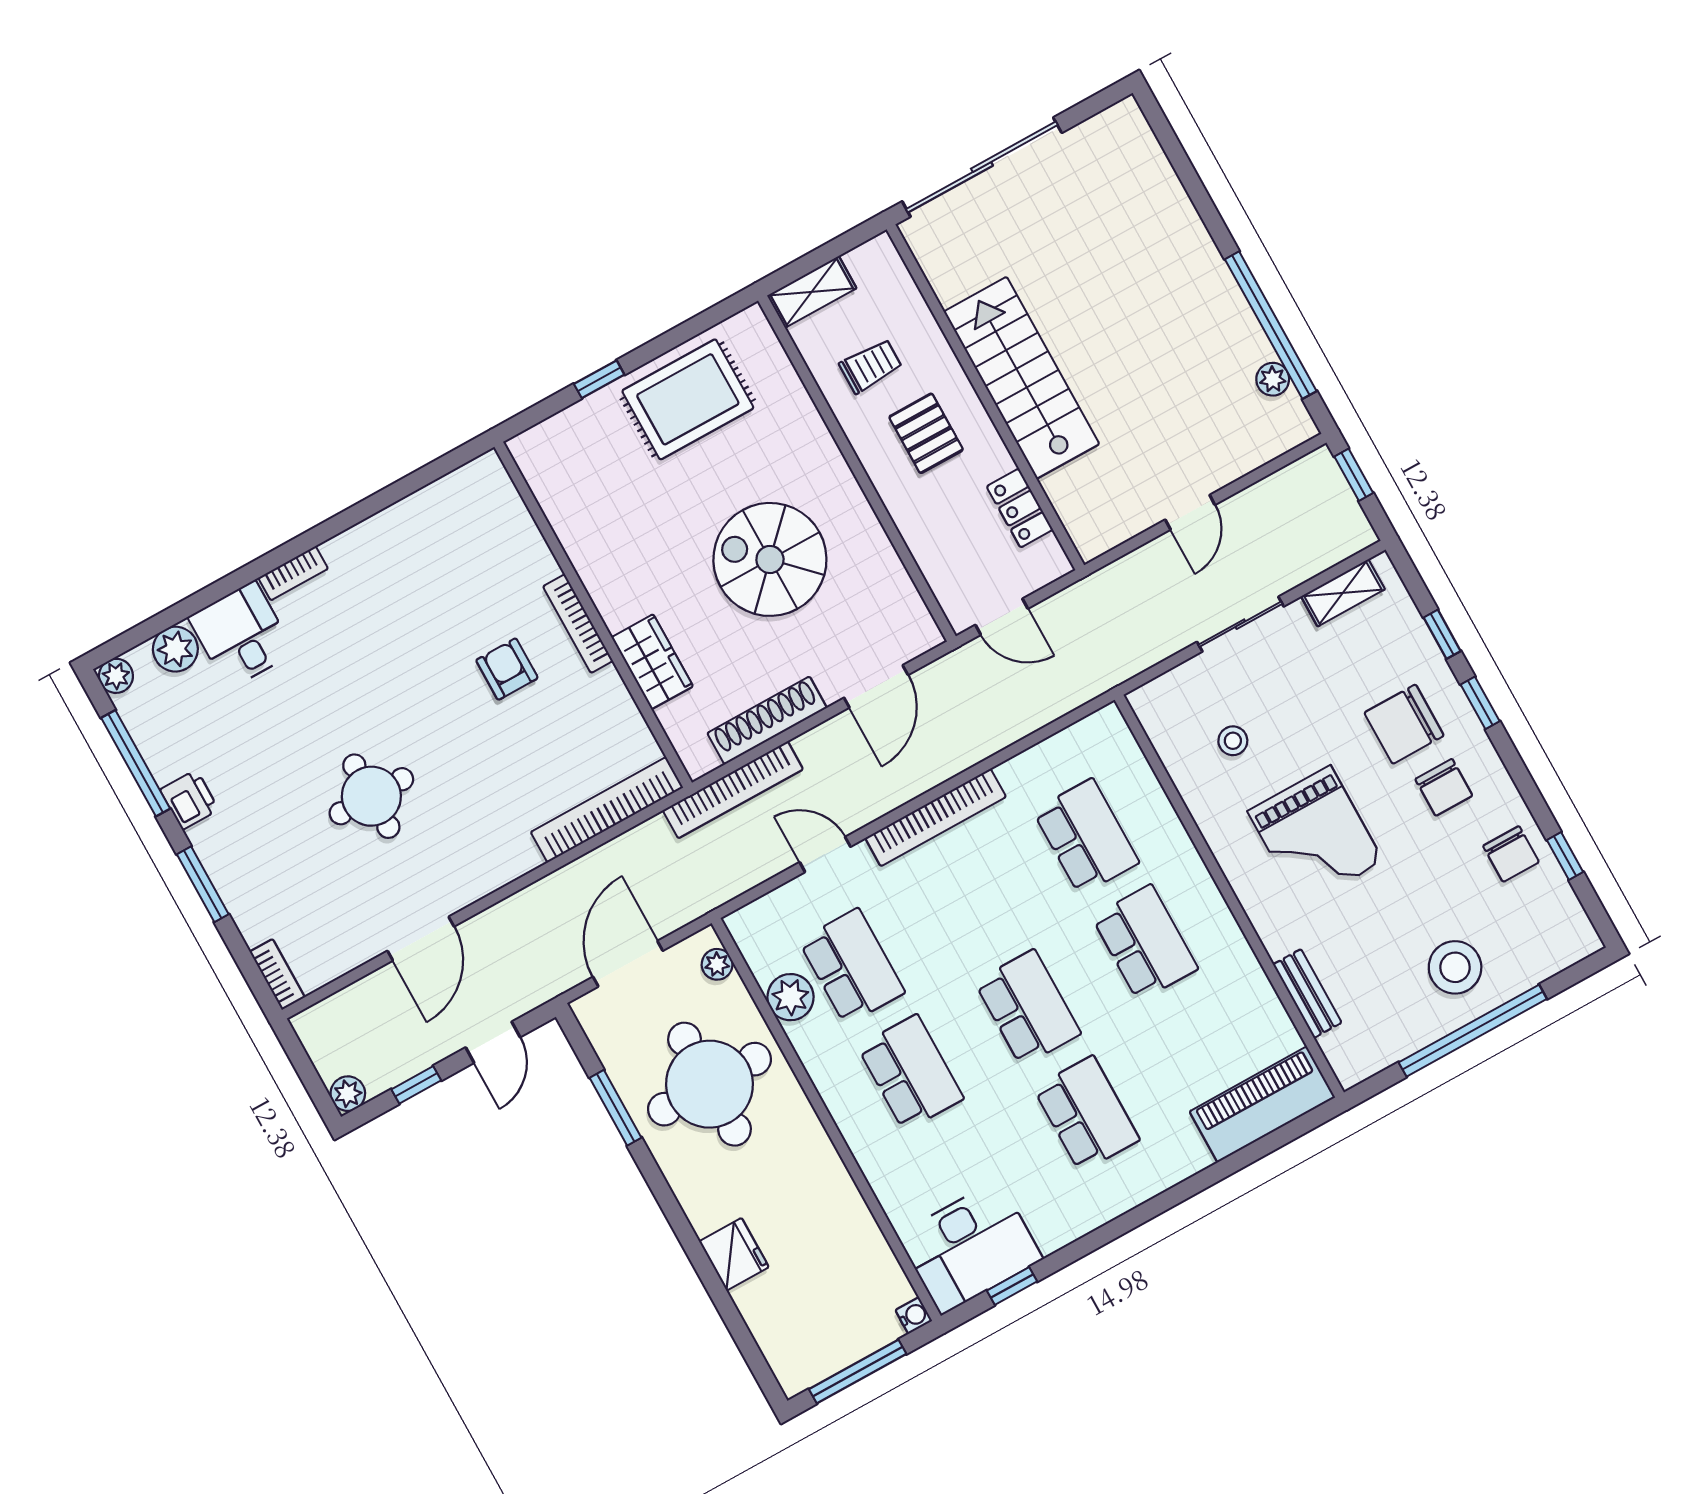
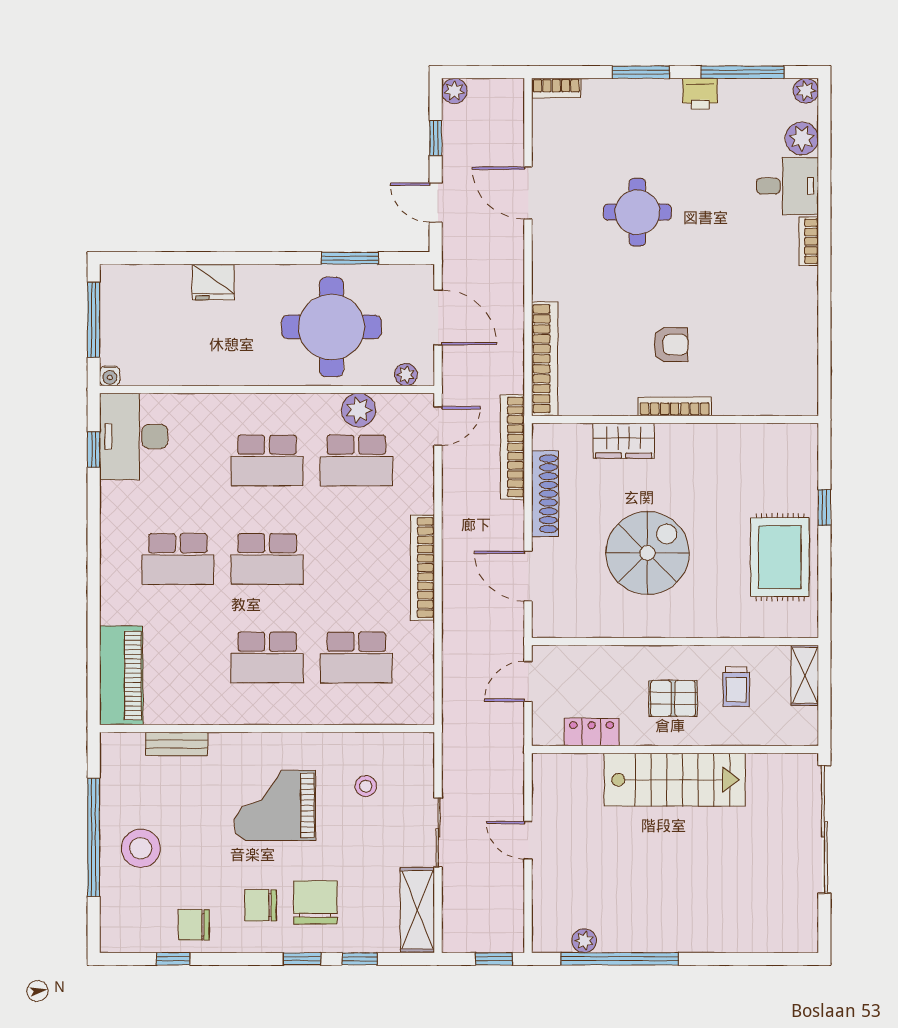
shelving: (1343, 593) -> (417, 910), width x1.50, depth x1.33
door: (825, 854) -> (438, 426), moved

